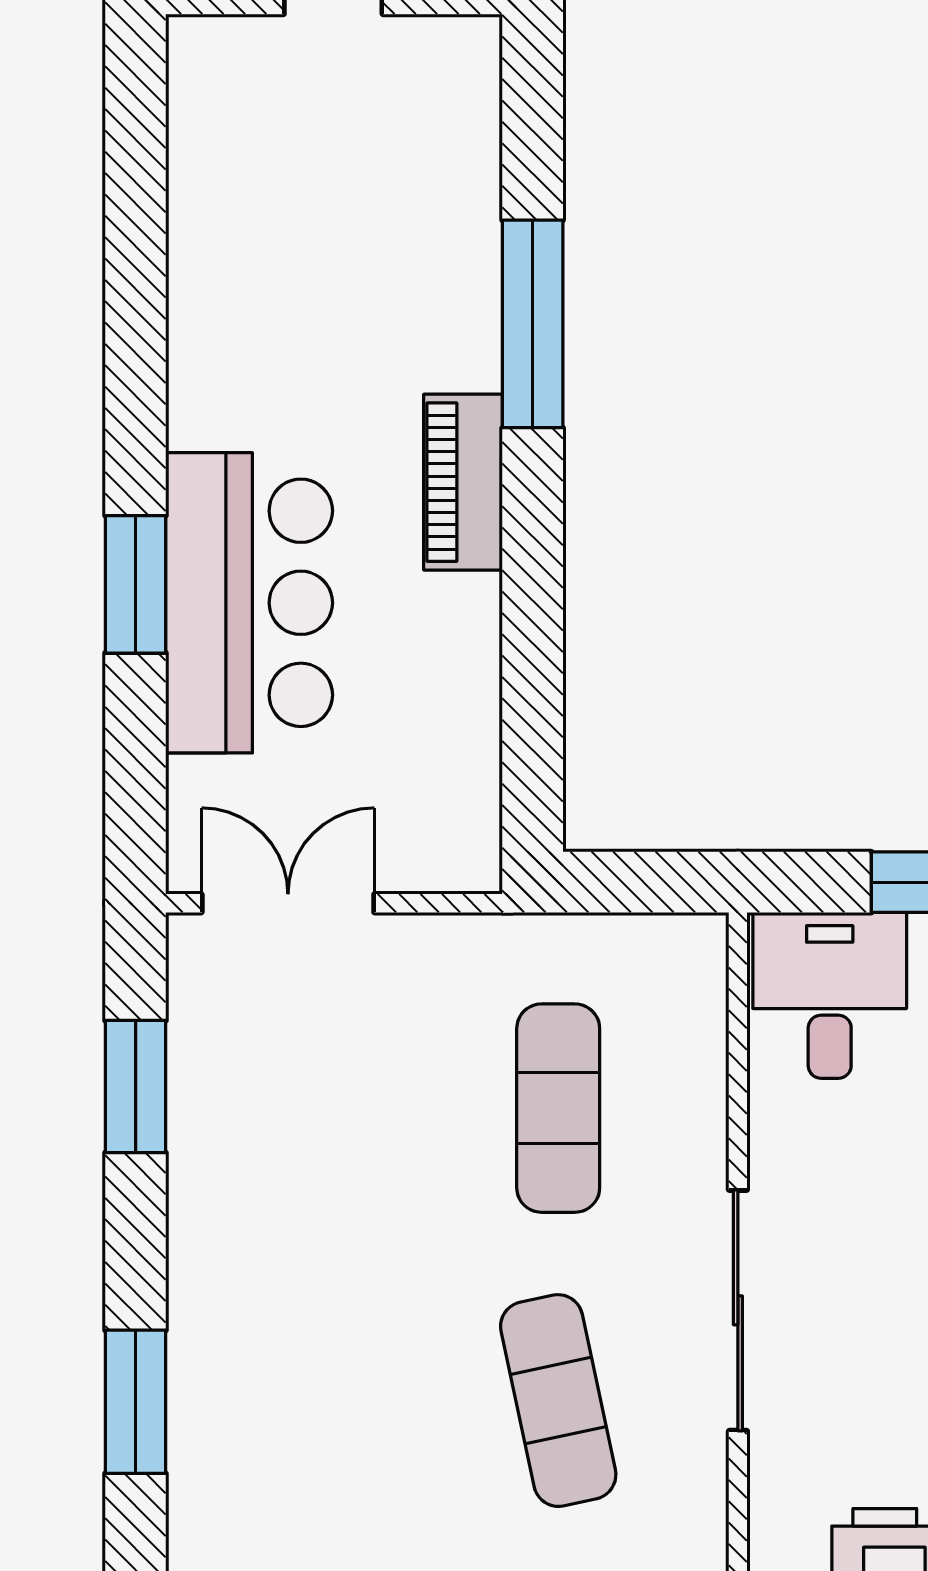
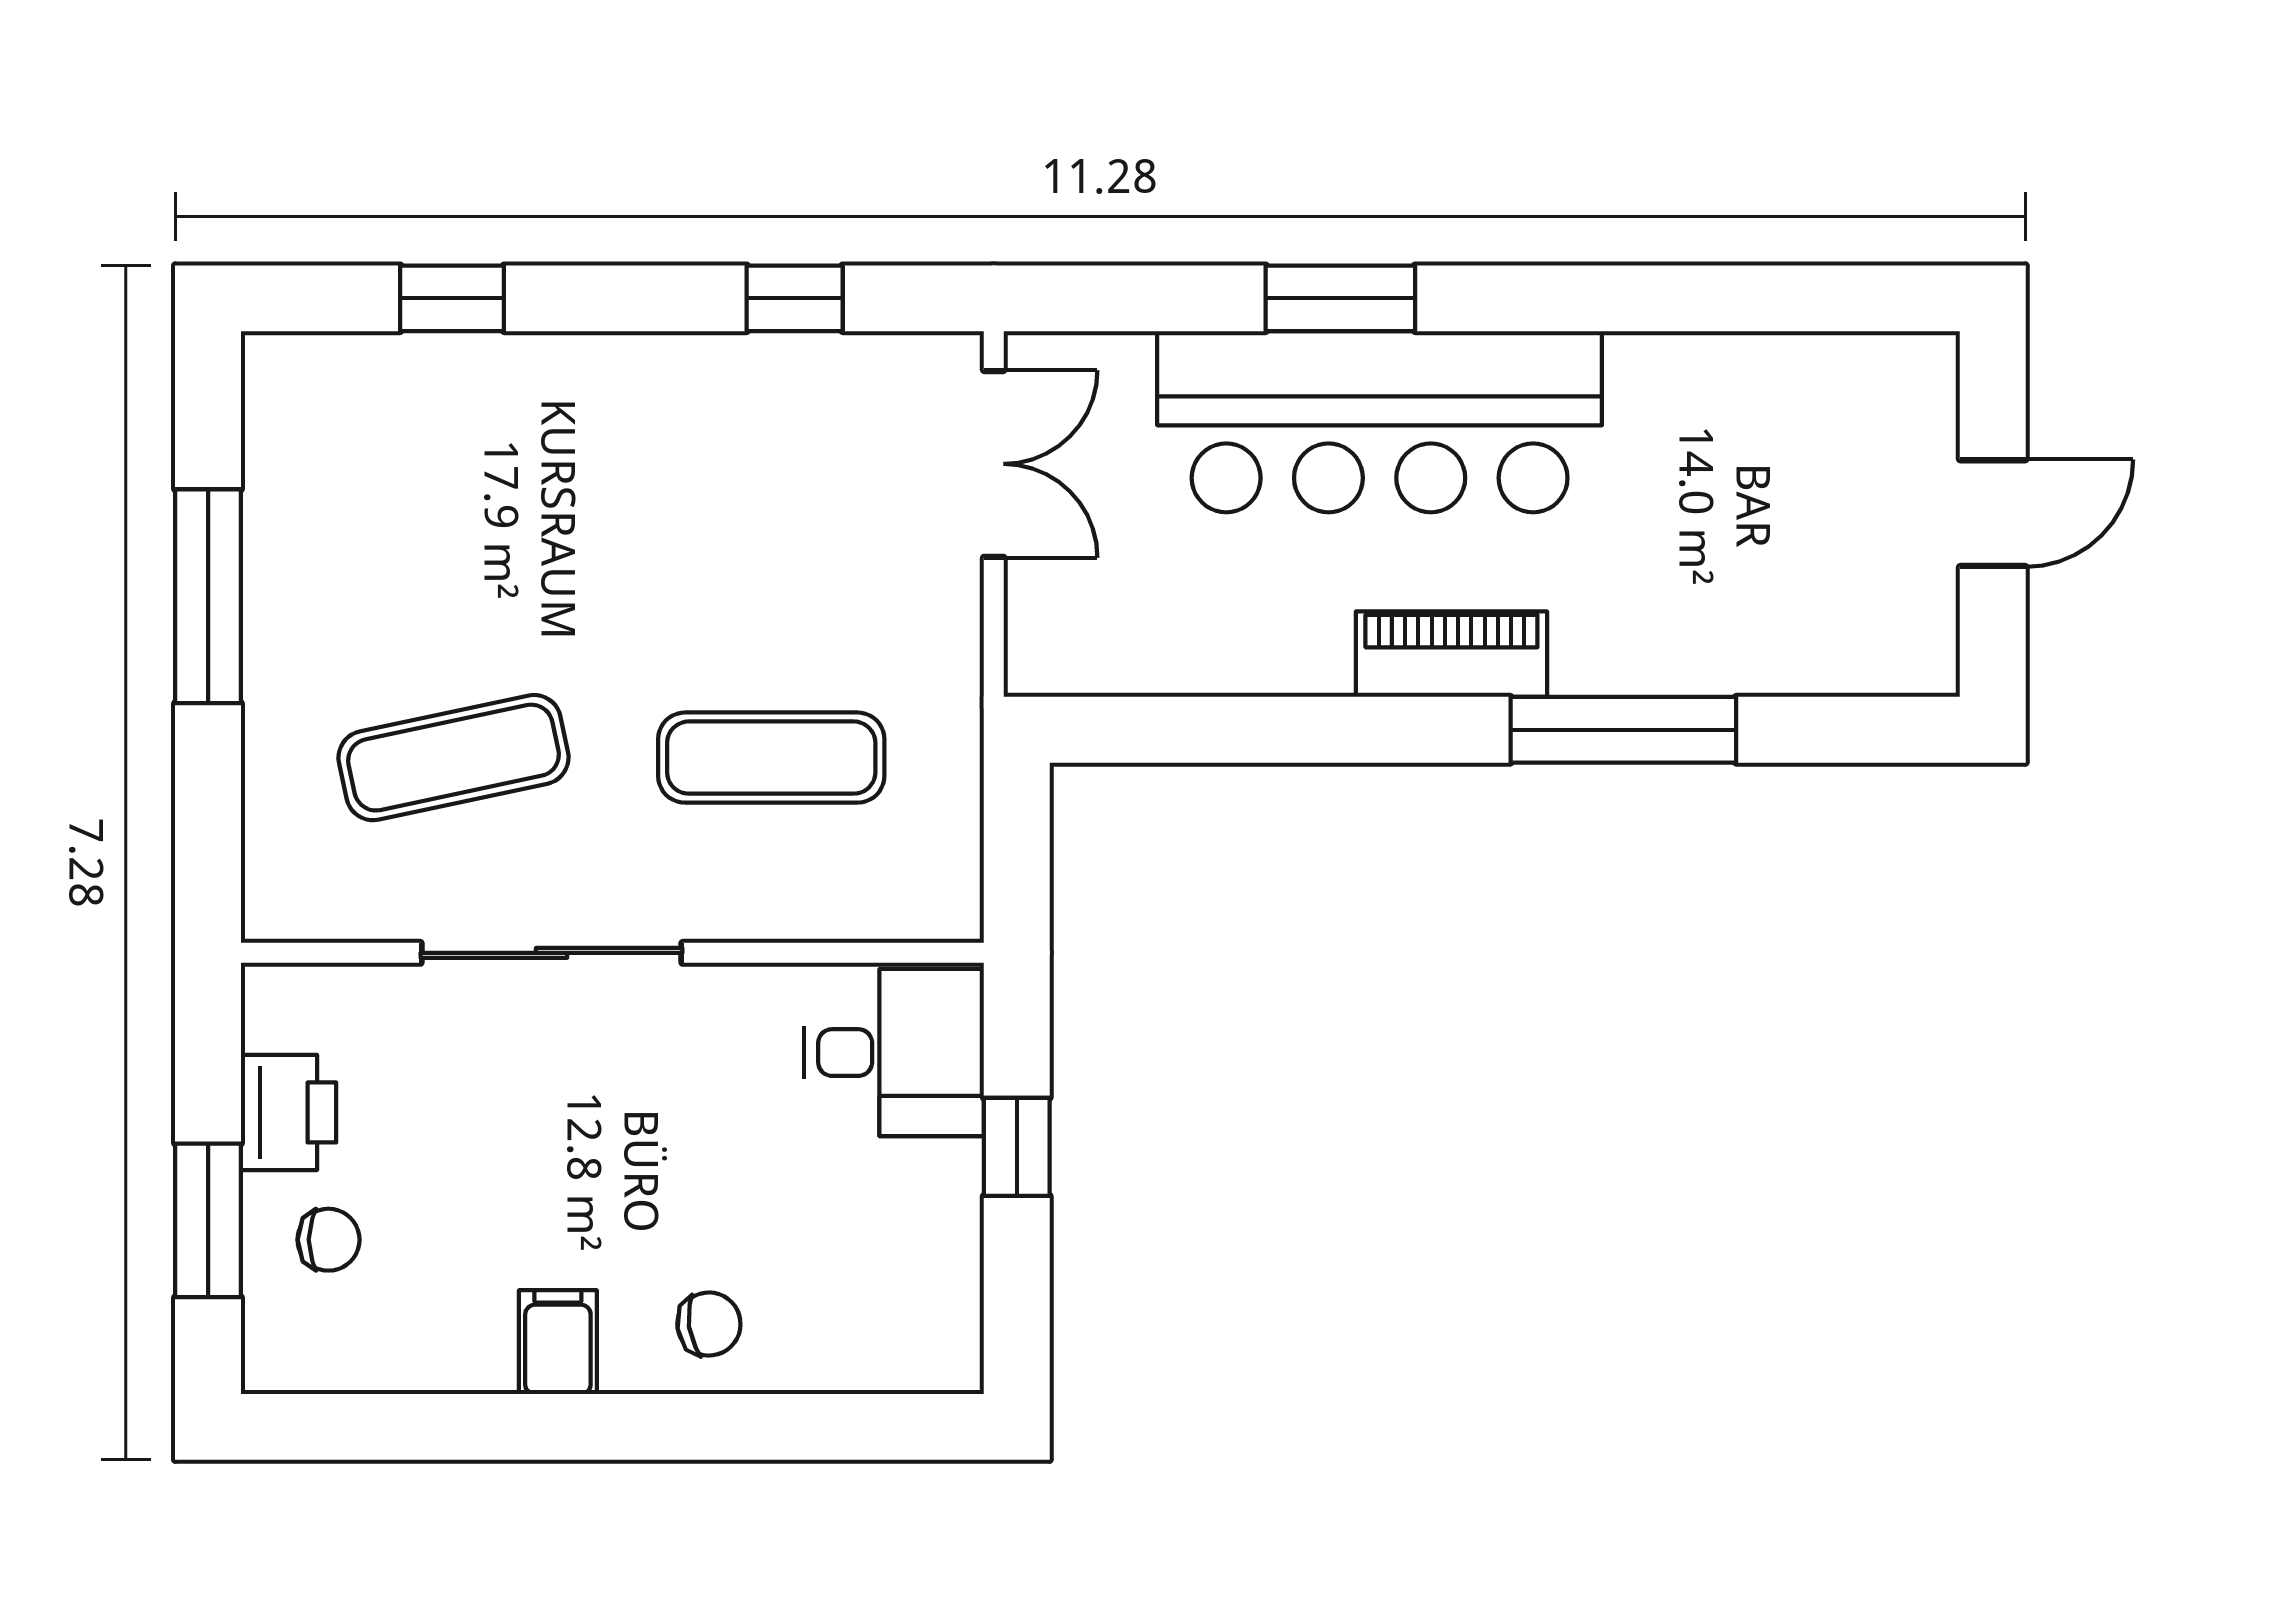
bar counter: (249, 603) -> (1380, 422), width x1.36
window: (136, 1087) -> (795, 298), width x0.67
window: (136, 1402) -> (452, 298), width x0.67

